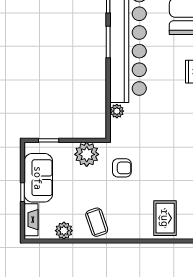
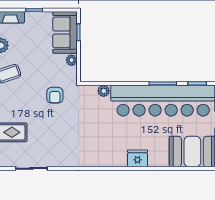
plant: (87, 154) -> (72, 60), width x0.53, depth x0.53
sofa: (38, 178) -> (65, 32), moved, turned 90

